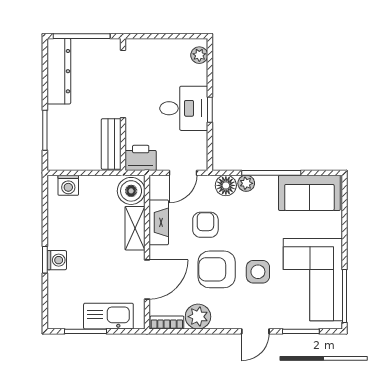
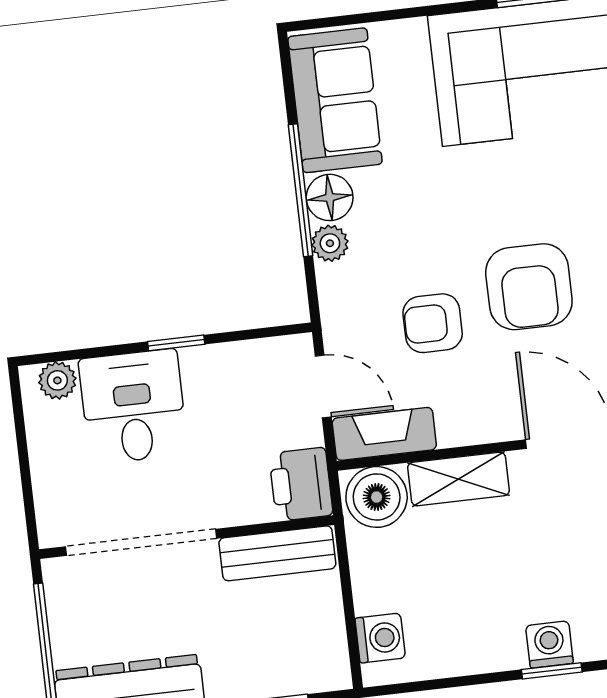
desk: (184, 108) -> (133, 407), moved
floor lamp: (226, 185) -> (330, 197), moved
fireplace: (159, 222) -> (384, 434), moved
side table: (258, 272) -> (524, 194), removed

